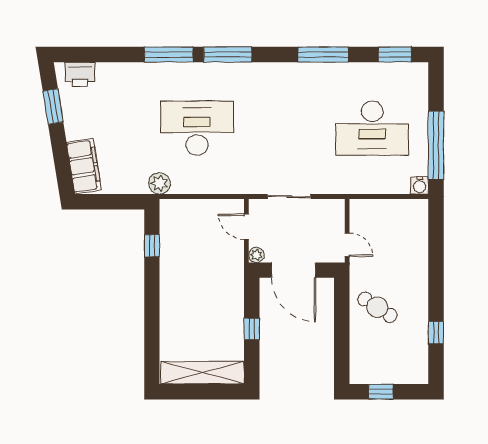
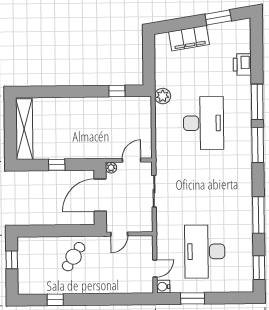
printer: (80, 74) -> (242, 64), moved
window: (436, 145) -> (193, 298), width x0.47
filing cabinet: (84, 166) -> (189, 38), moved
door: (395, 196) -> (155, 268), added

